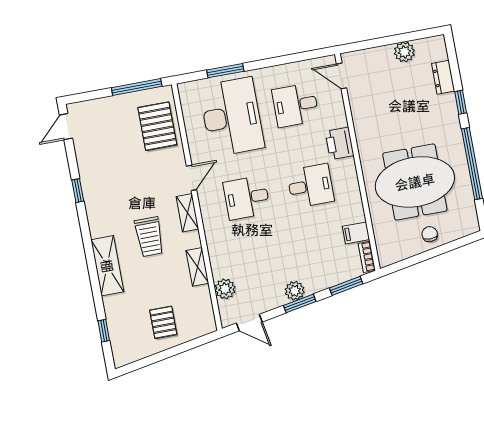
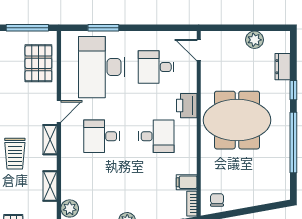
desk: (232, 117) -> (102, 67), turned 180
meeting table: (415, 182) -> (237, 120), moved
chair: (430, 234) -> (217, 200), moved

